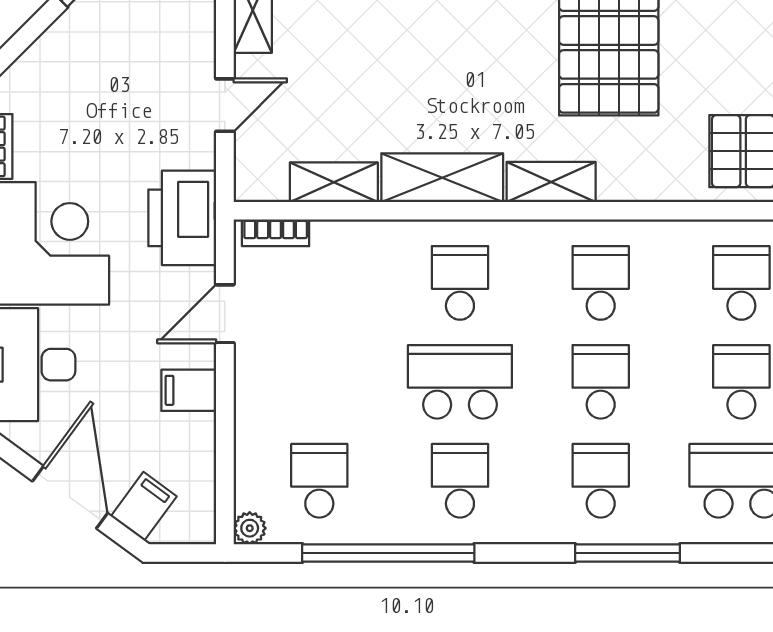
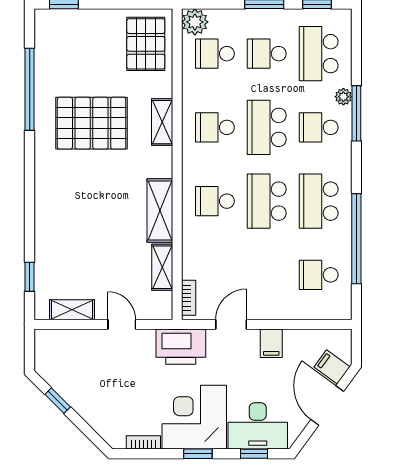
shelving: (551, 182) -> (162, 122), moved
door: (225, 314) -> (231, 324), swing flipped
school desk: (601, 382) -> (267, 127), width x1.85
school desk: (460, 481) -> (319, 201), width x1.85
door: (70, 497) -> (327, 406), hinge flipped
plant: (250, 528) -> (343, 97), moved

